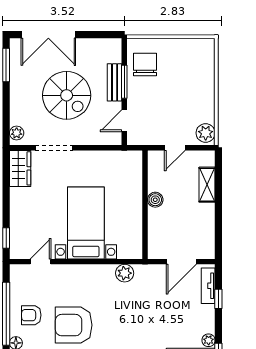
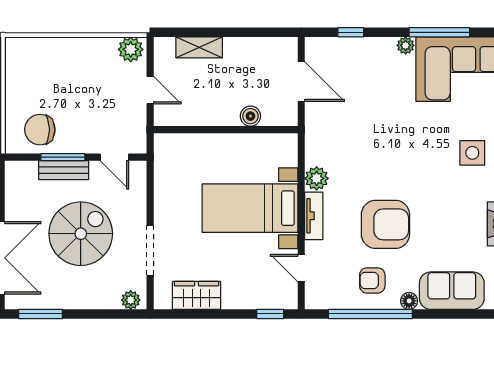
wardrobe: (20, 168) -> (197, 295), moved
boiler: (155, 200) -> (250, 116), moved
plant: (125, 273) -> (317, 178), moved
tv unit: (208, 286) -> (314, 216), moved, turned -90
armchair: (31, 315) -> (372, 280), turned 90
armchair: (74, 325) -> (385, 224), turned -90

